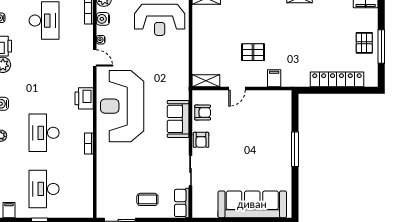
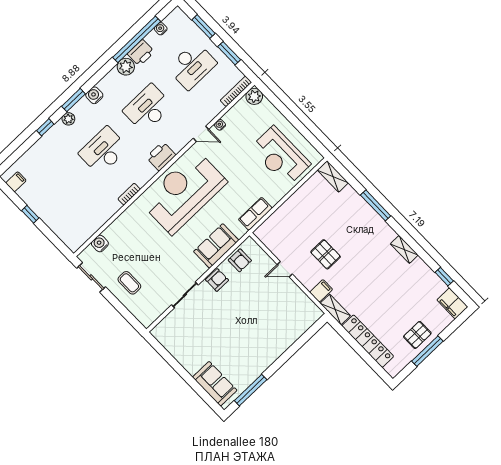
water cooler: (103, 19) -> (100, 243), moved
door: (95, 58) -> (201, 134), hinge flipped
shelving: (206, 81) -> (335, 309), moved
armchair: (201, 140) -> (217, 280), turned 180
window: (295, 149) -> (251, 390), moved
desk: (44, 189) -> (148, 108), moved
row of seats: (182, 203) -> (255, 214), moved
sofa: (252, 204) -> (215, 384), width x0.54, depth x0.79

